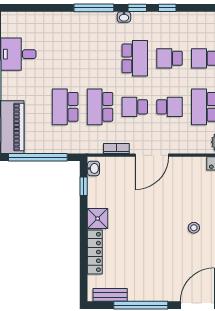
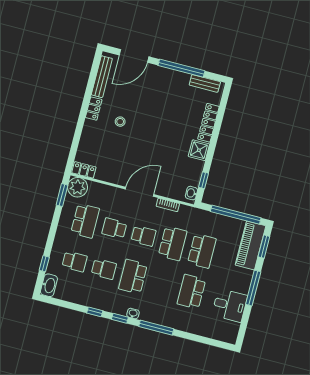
school desk: (65, 58) -> (191, 292), added

